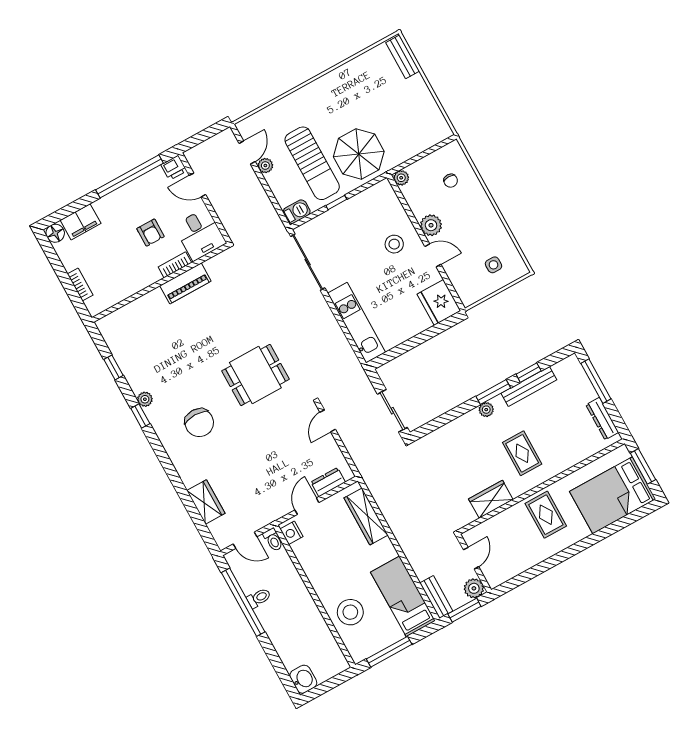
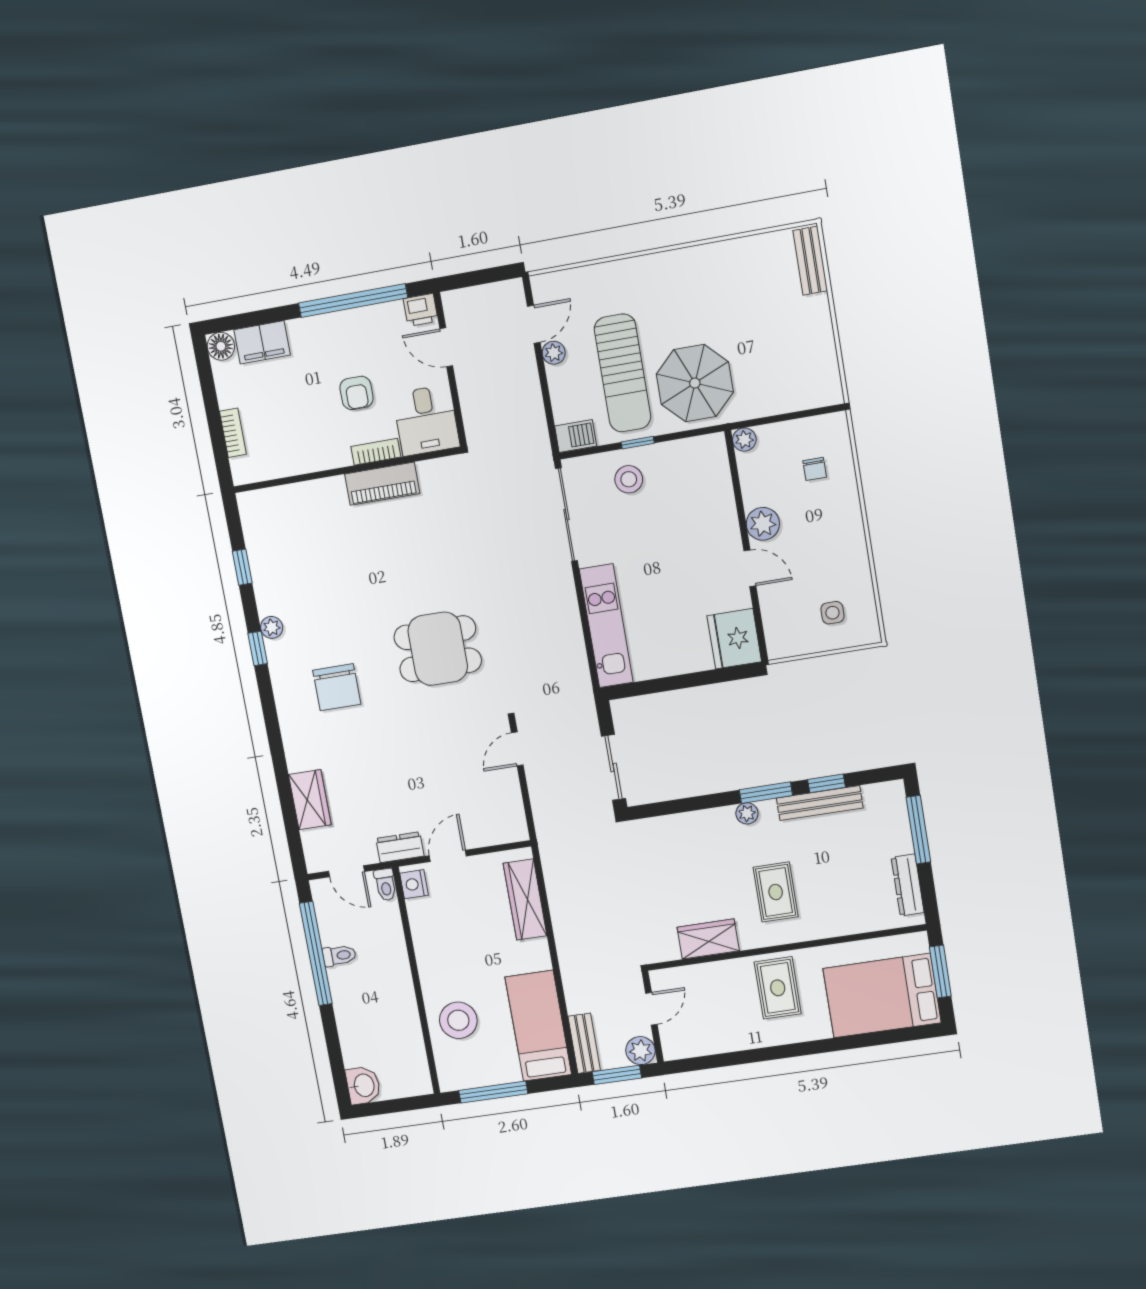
stool: (394, 244) -> (629, 479), moved
dresser: (328, 482) -> (400, 847), moved

